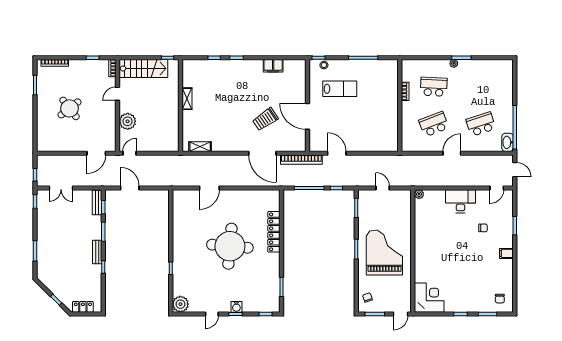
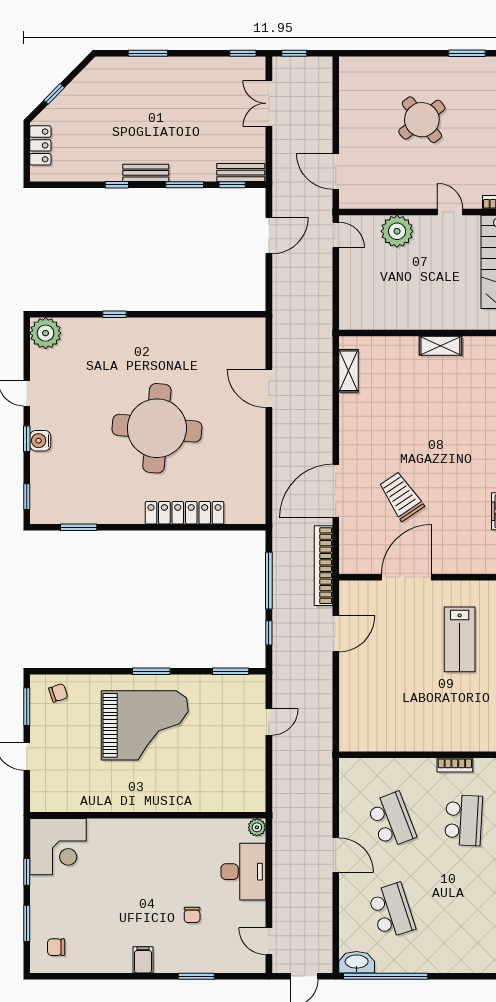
plant: (419, 194) -> (257, 827), moved
wall: (413, 251) -> (148, 815), moved
corner desk: (429, 298) -> (58, 847), moved

